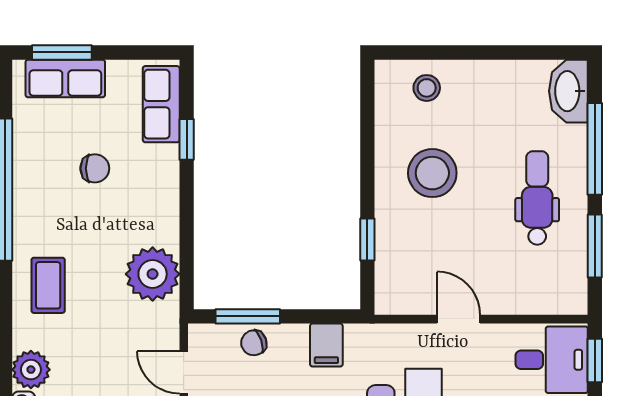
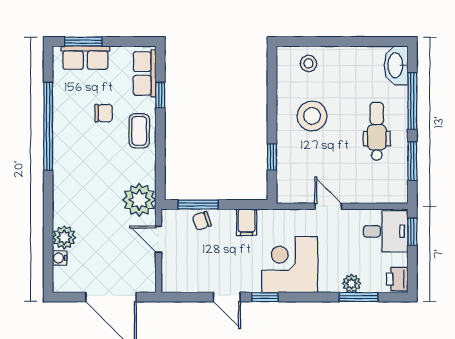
plant: (153, 274) -> (139, 200), moved
coffee table: (48, 285) -> (139, 131), moved

